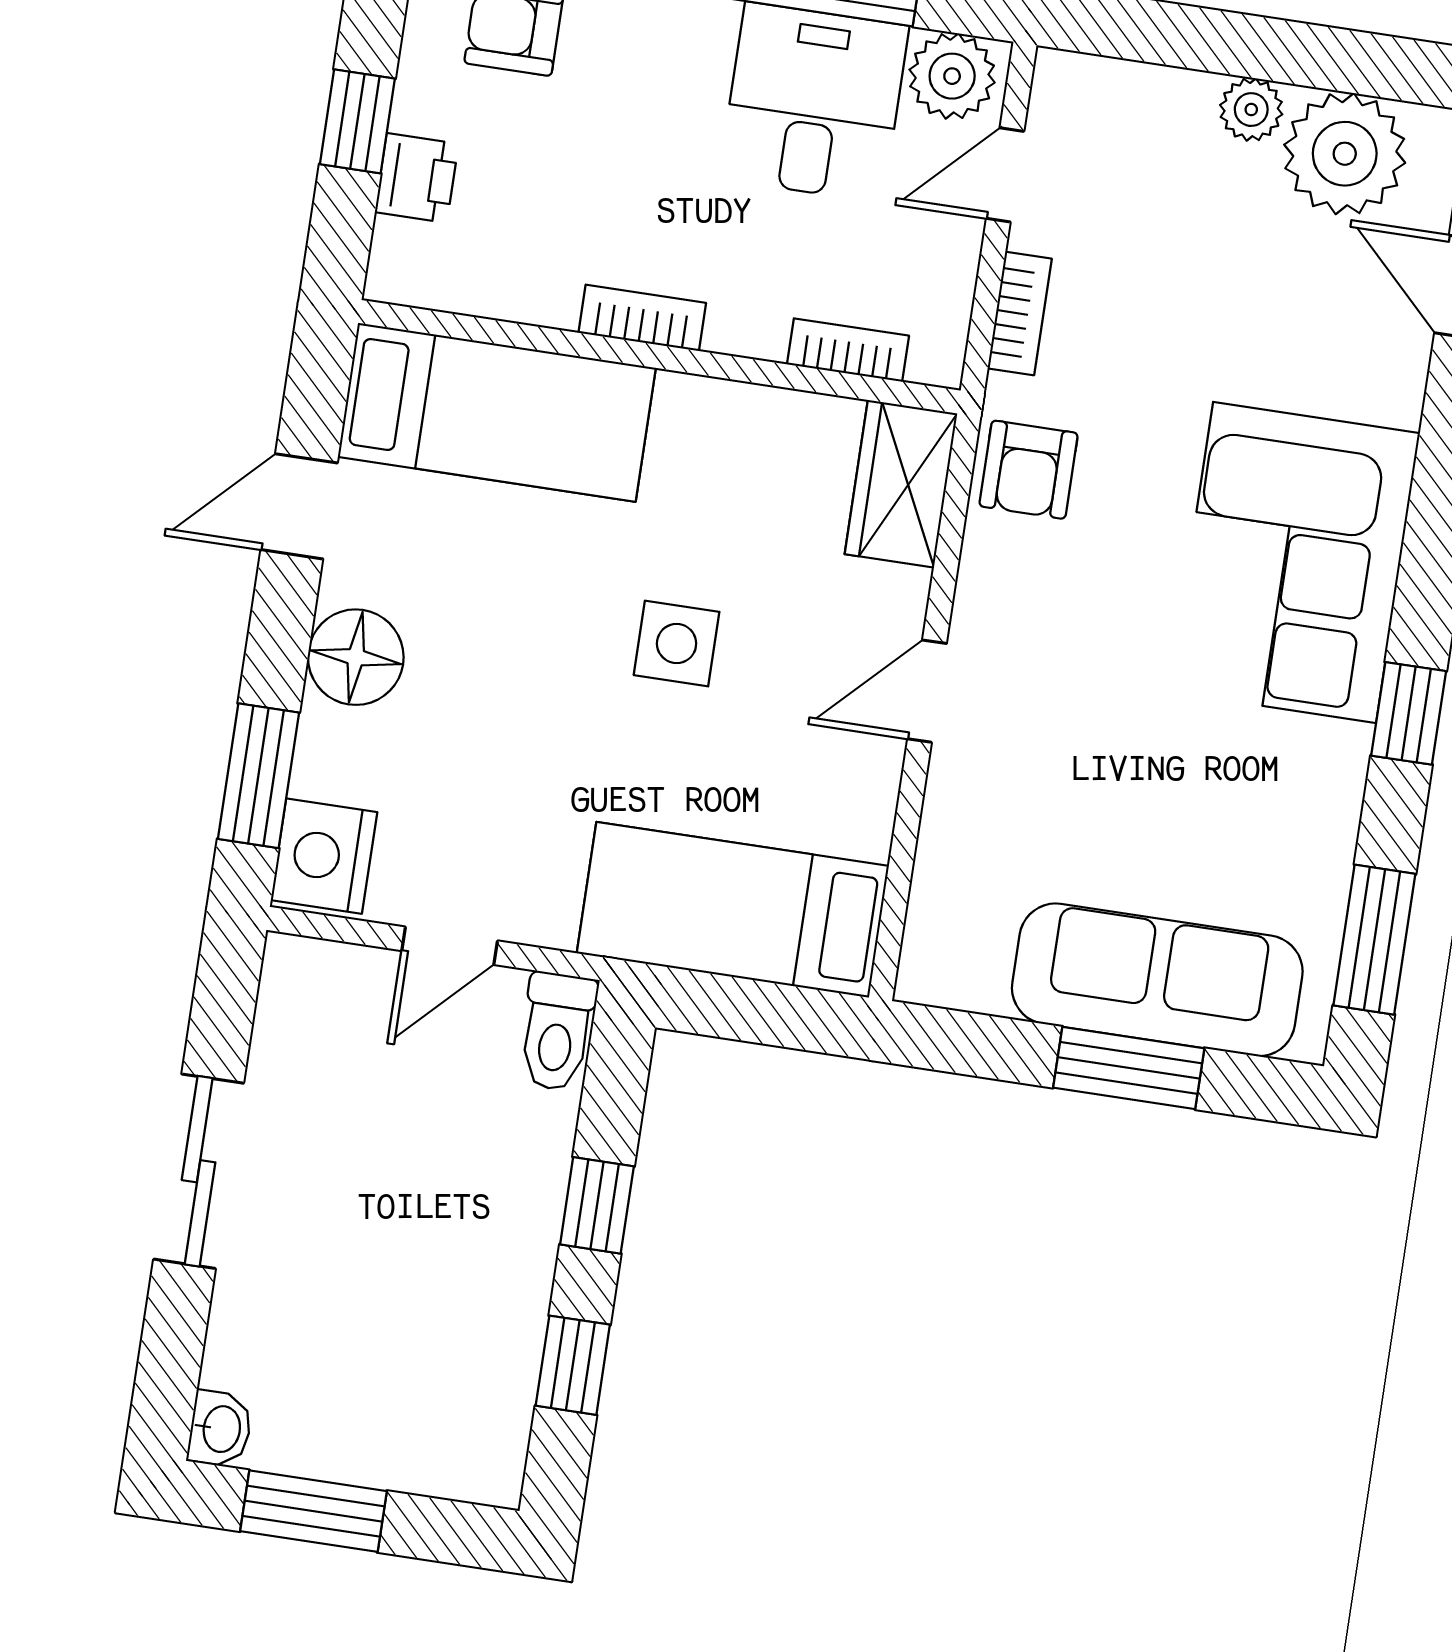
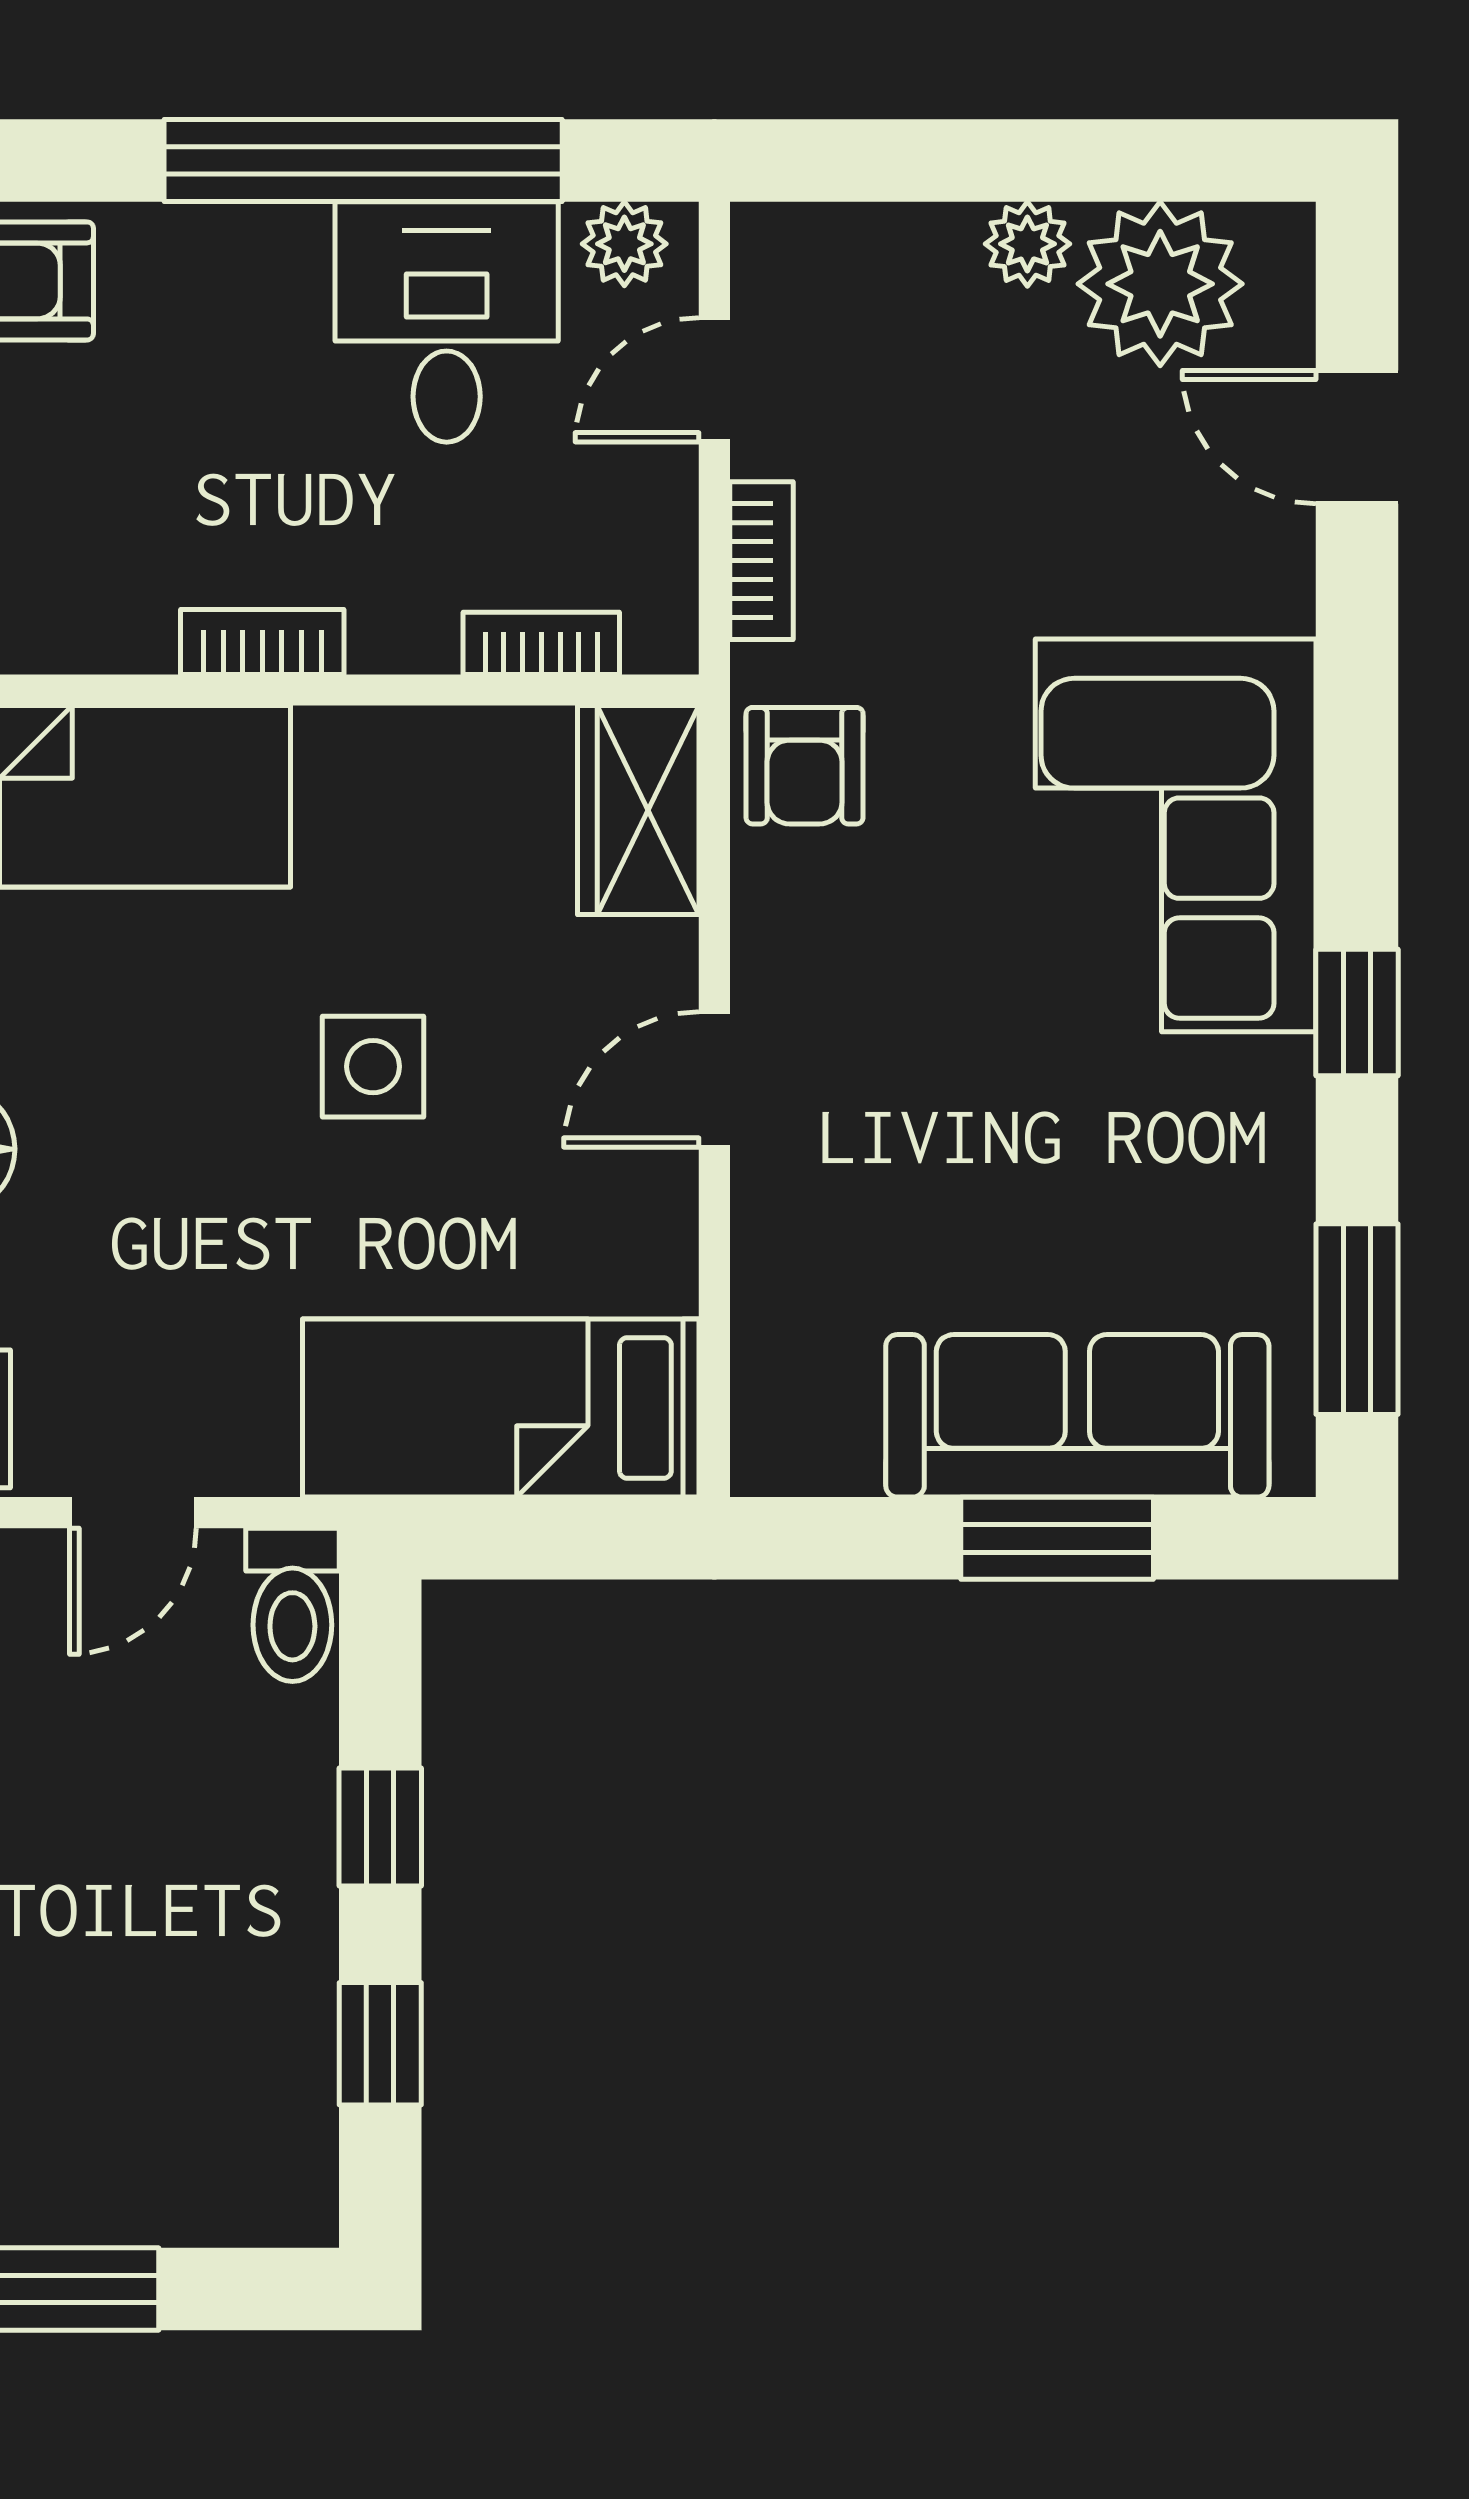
plant: (952, 76) -> (624, 244), width x0.73, depth x0.73

